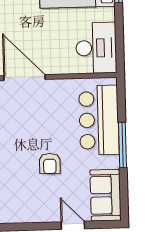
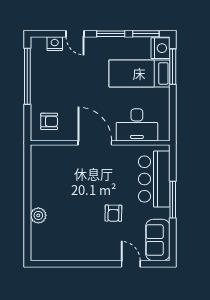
desk: (96, 48) -> (137, 125), moved, turned 90

